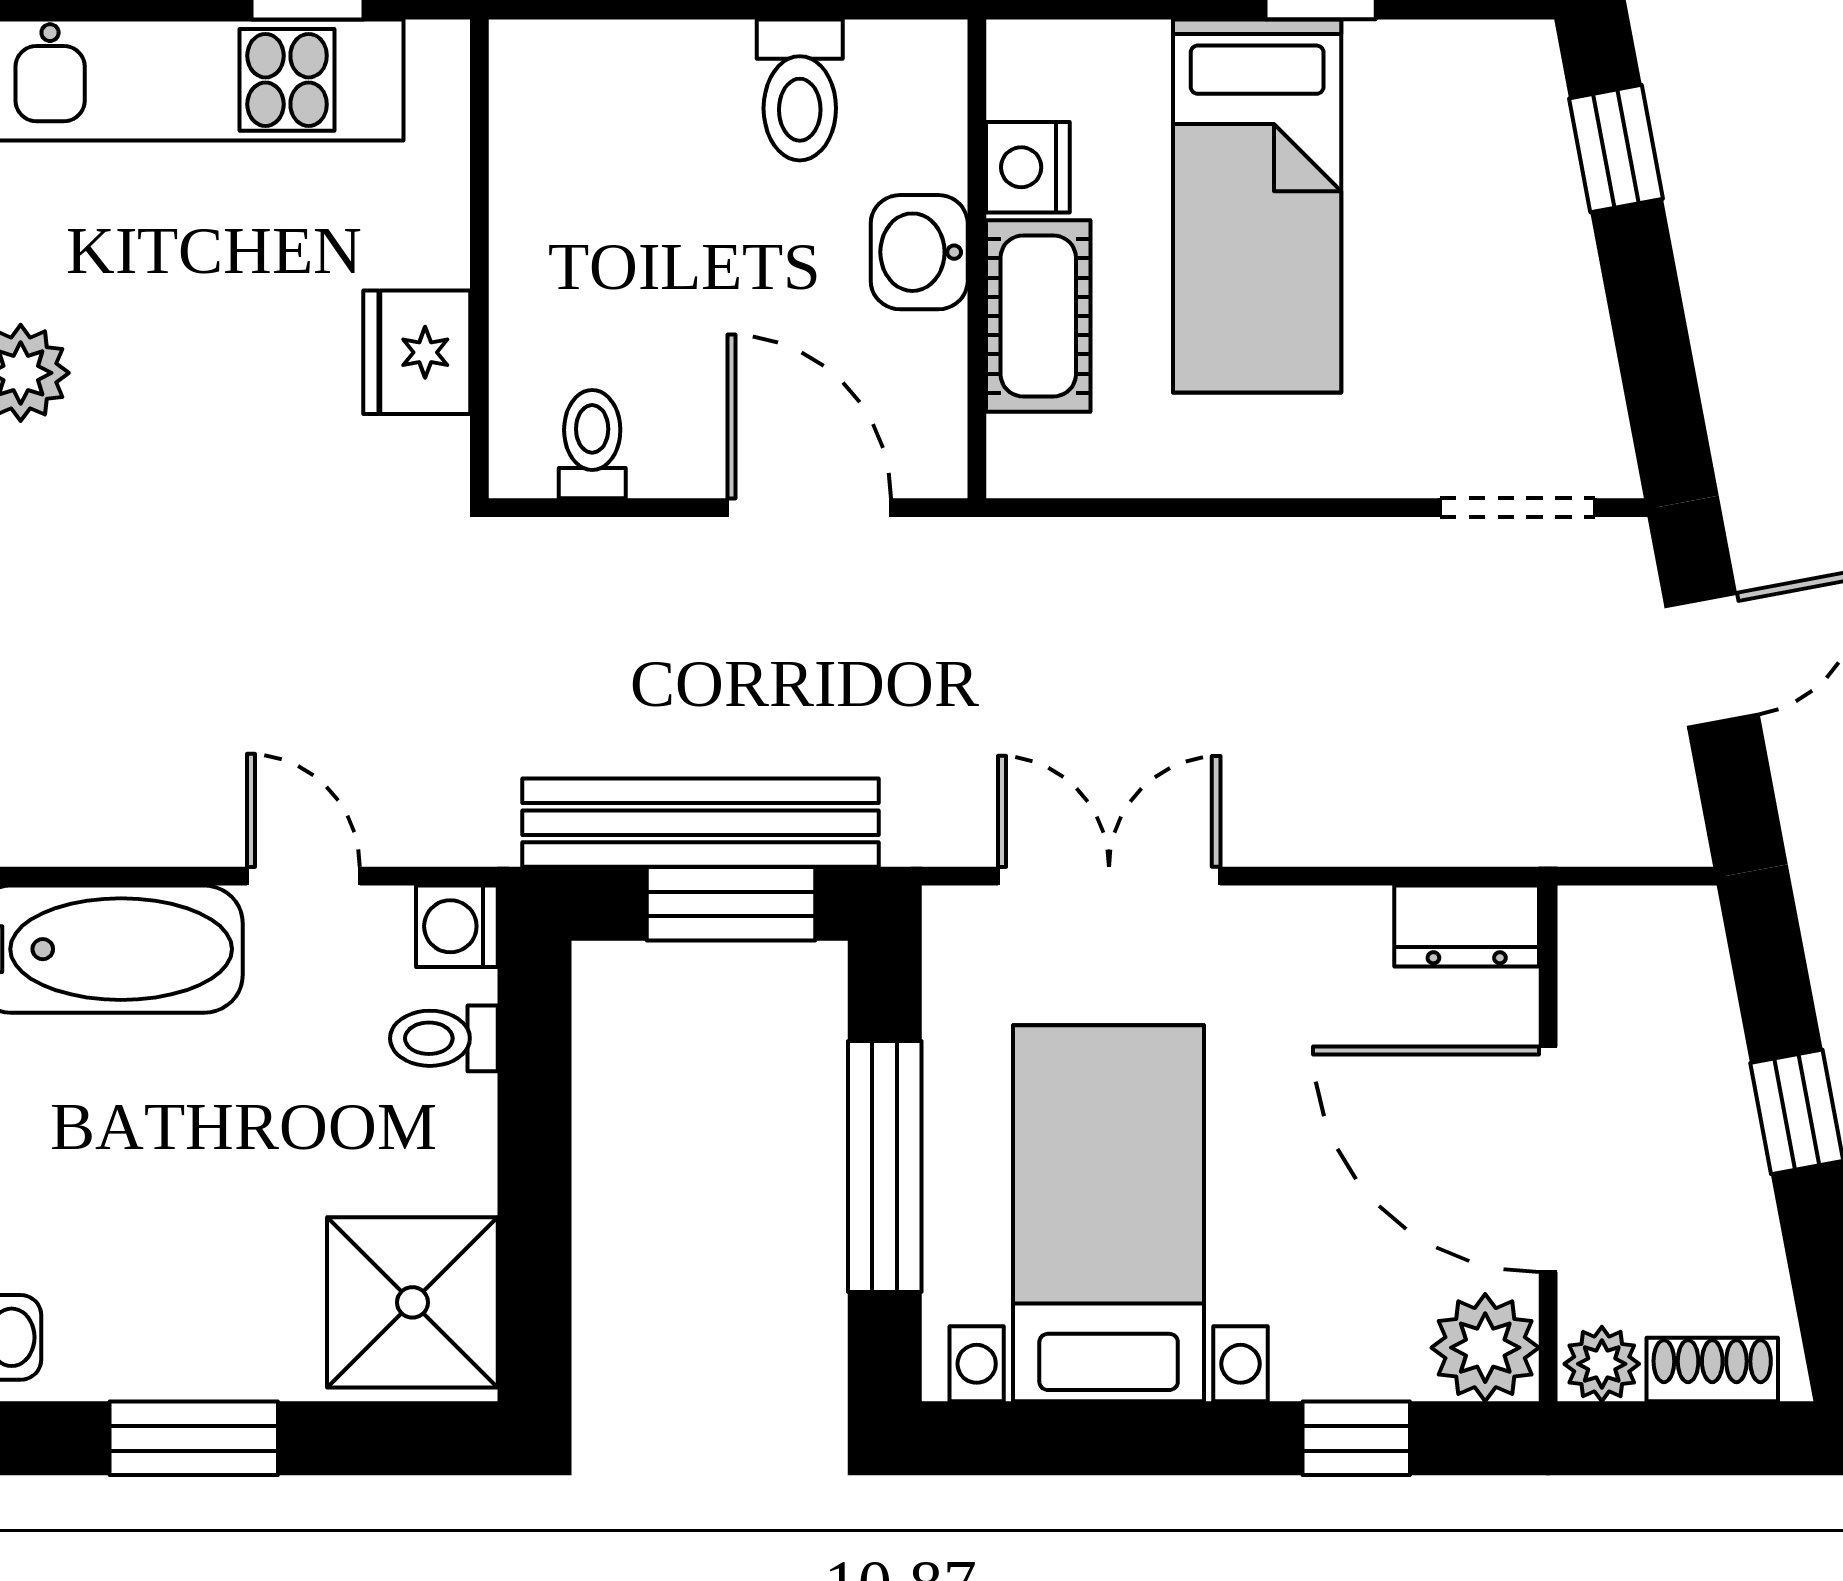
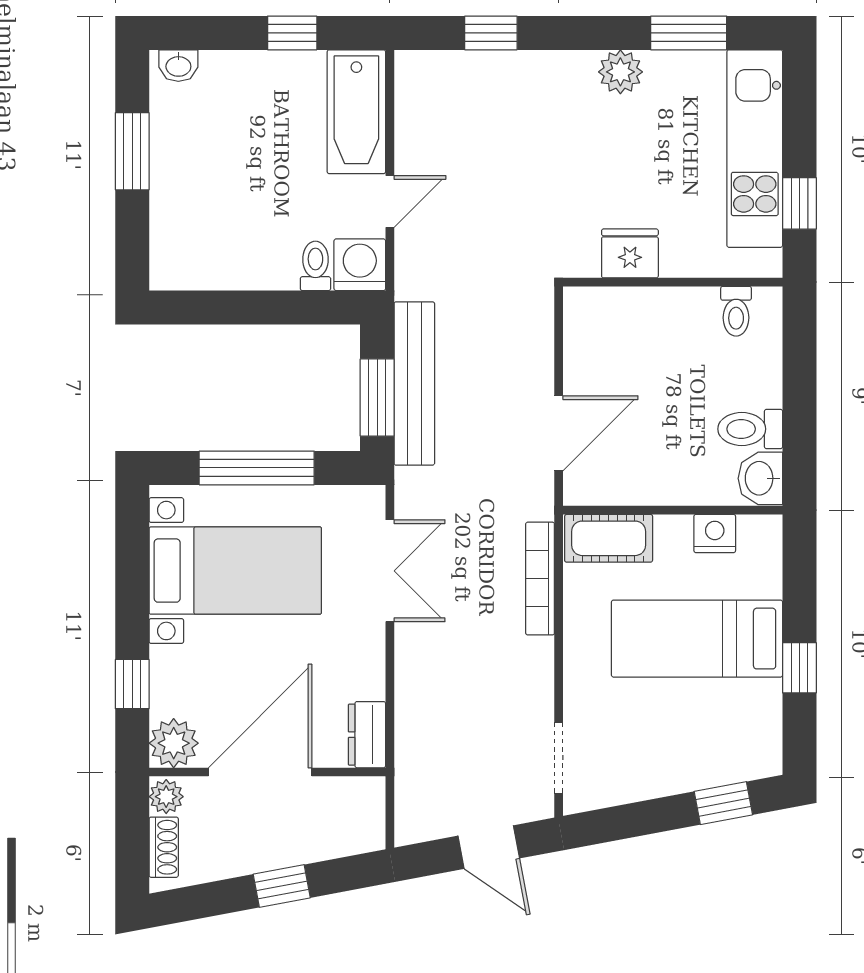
washbasin: (919, 252) -> (760, 478), moved, turned -90
cot: (1038, 316) -> (609, 538), moved
toilet: (592, 444) -> (736, 311), moved, turned 90
bookcase: (1126, 548) -> (540, 579), added
washing machine: (457, 926) -> (360, 265), width x1.38, depth x1.38
shower: (412, 1302) -> (194, 251), removed

